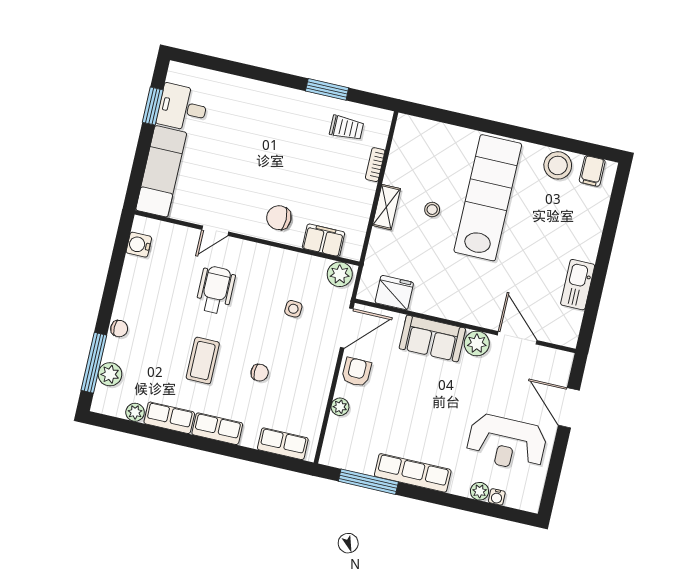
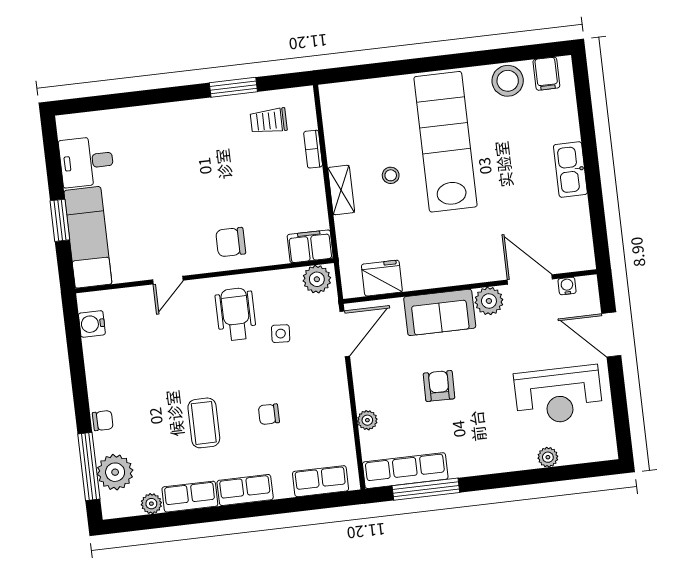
window: (153, 106) -> (60, 220), moved
trolley: (347, 128) -> (269, 121), turned 180
filing cabinet: (323, 240) -> (310, 246), moved
kitchen sink: (578, 285) -> (570, 170), moved
wheelchair: (216, 290) -> (236, 314), moved
armchair: (356, 372) -> (439, 386), moved
chair: (260, 373) -> (269, 414), turned 180
plant: (110, 374) -> (115, 472), width x1.36, depth x1.36
row of seats: (413, 473) -> (405, 471), moved
water cooler: (497, 497) -> (567, 286), moved, turned 180

